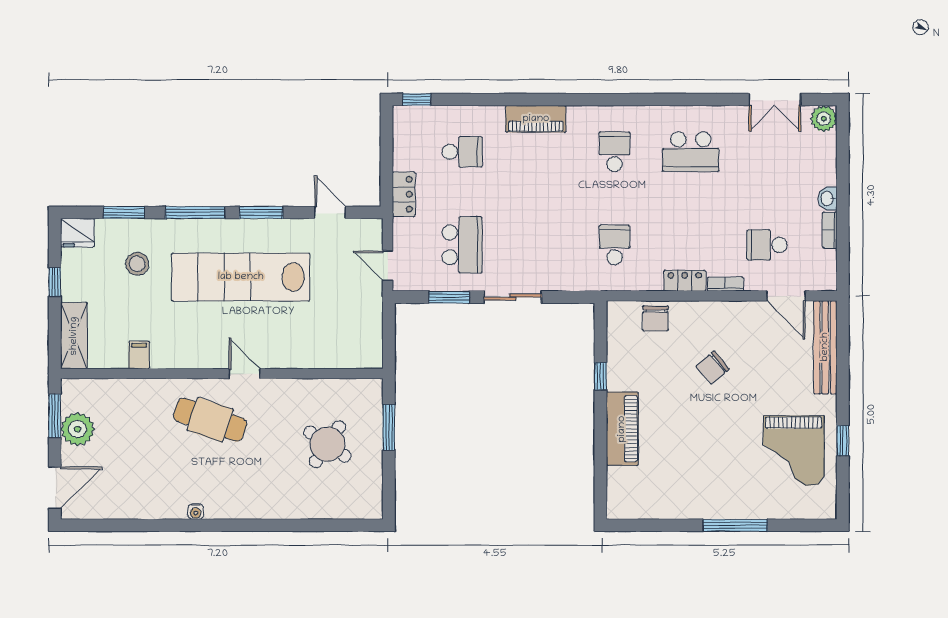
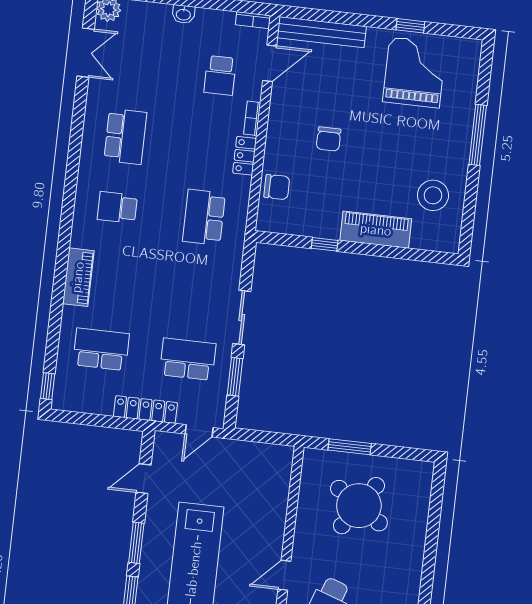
school desk: (462, 152) -> (101, 349), width x1.85
locker: (404, 194) -> (145, 409), width x1.53
bookcase: (830, 230) -> (253, 20), moved
school desk: (615, 245) -> (204, 217), width x1.85
chair: (713, 368) -> (329, 139), turned 40
round table: (327, 444) -> (359, 506), width x1.36, depth x1.36
grand piano: (794, 451) -> (415, 72), turned -90
stool: (666, 485) -> (433, 195), added

